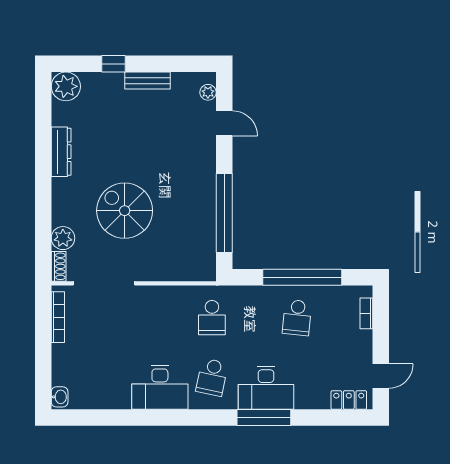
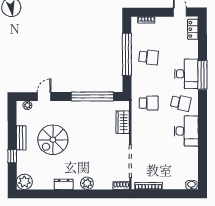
dresser: (61, 152) -> (64, 184), width x0.70
spiral stairs: (125, 211) -> (53, 140), moved
plant: (63, 238) -> (87, 183), moved
wardrobe: (176, 269) -> (123, 122), added

